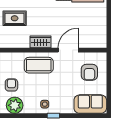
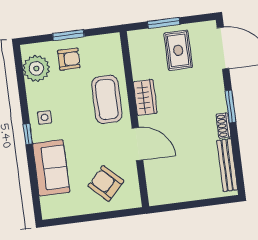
armchair: (89, 72) -> (106, 183), turned 44
sofa: (90, 104) -> (51, 168), moved

